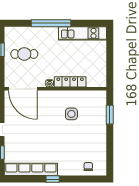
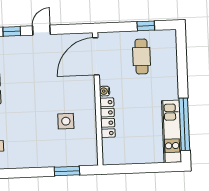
window: (51, 23) -> (184, 124), moved

